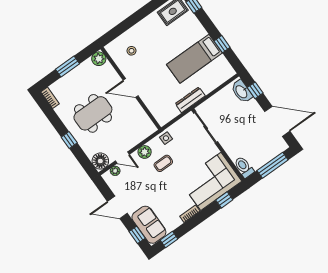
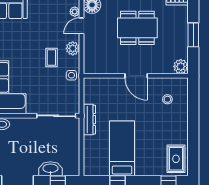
door: (131, 88) -> (136, 76), swing flipped
washbasin: (242, 92) -> (50, 169), moved
dining table: (93, 113) -> (137, 28), turned 90

